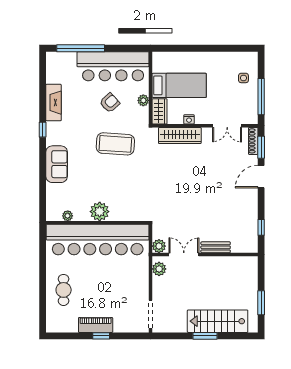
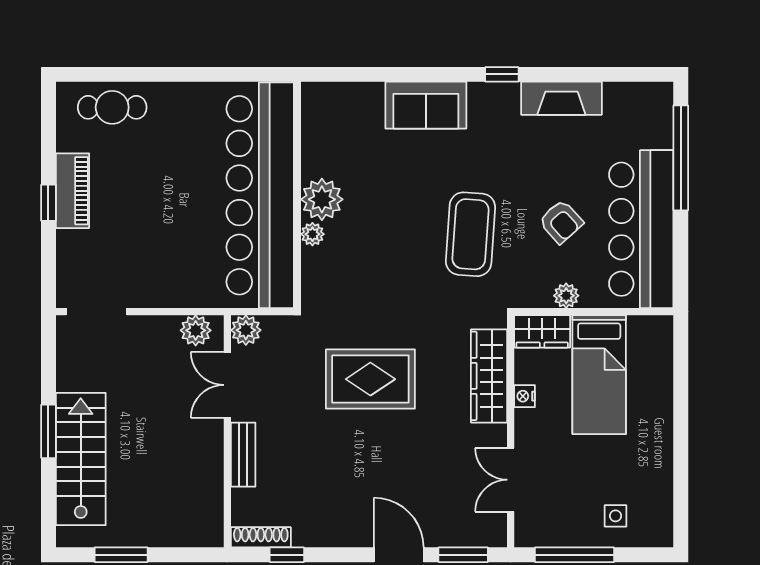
shoe rack: (253, 141) -> (261, 537), moved
rug: (181, 189) -> (370, 379), added
plant: (68, 216) -> (312, 234), moved
double door: (184, 254) -> (227, 385), swing flipped
cafe table: (64, 290) -> (112, 107), moved

